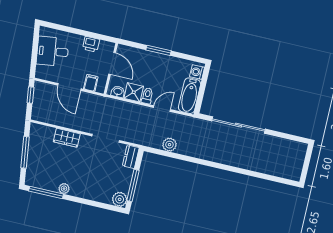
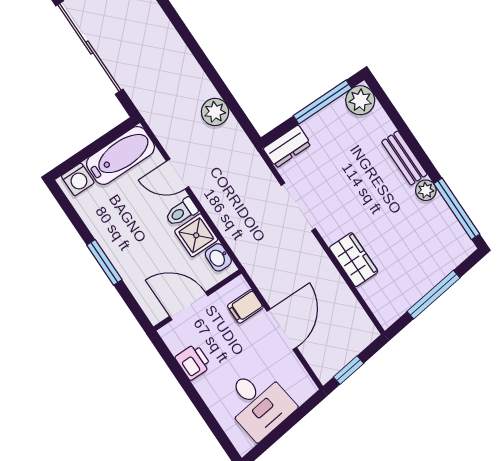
door: (112, 63) -> (189, 306), hinge flipped
bench: (83, 193) -> (404, 158), added

